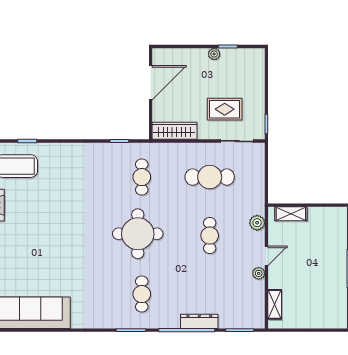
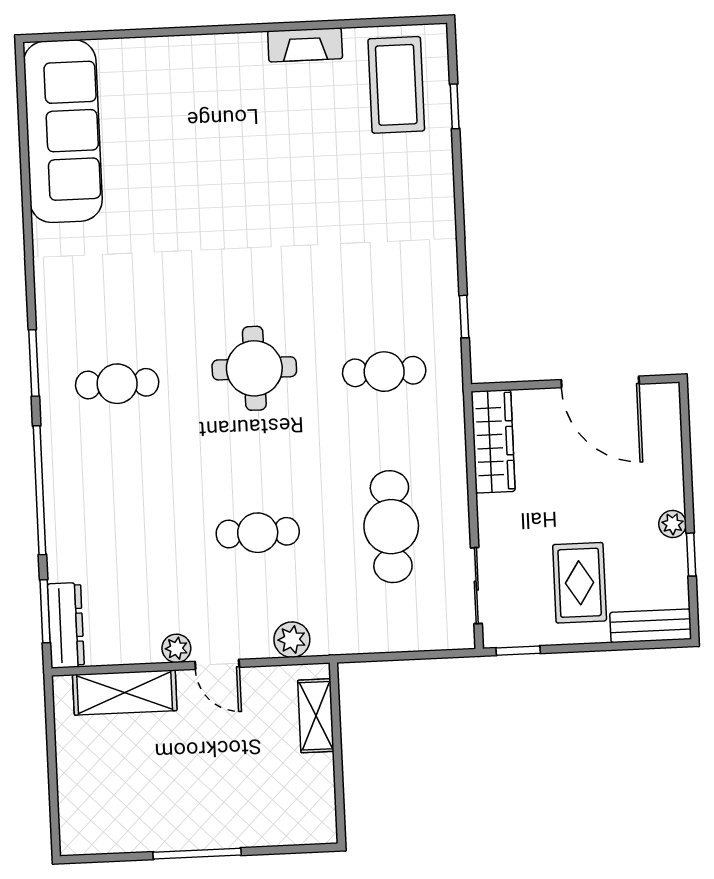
bench: (258, 66) -> (651, 626), added
rug: (225, 109) -> (580, 583), moved
round table: (138, 234) -> (254, 368), width x0.73, depth x0.73
shelving: (275, 304) -> (125, 693), width x1.50, depth x1.33
dresser: (199, 321) -> (66, 625), moved

